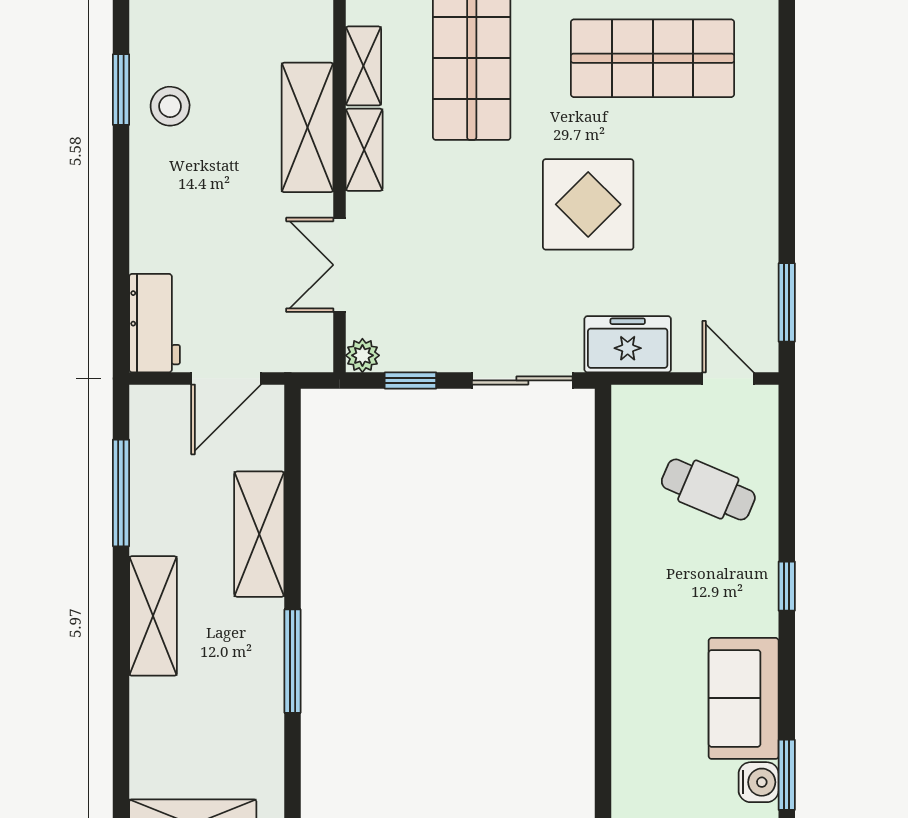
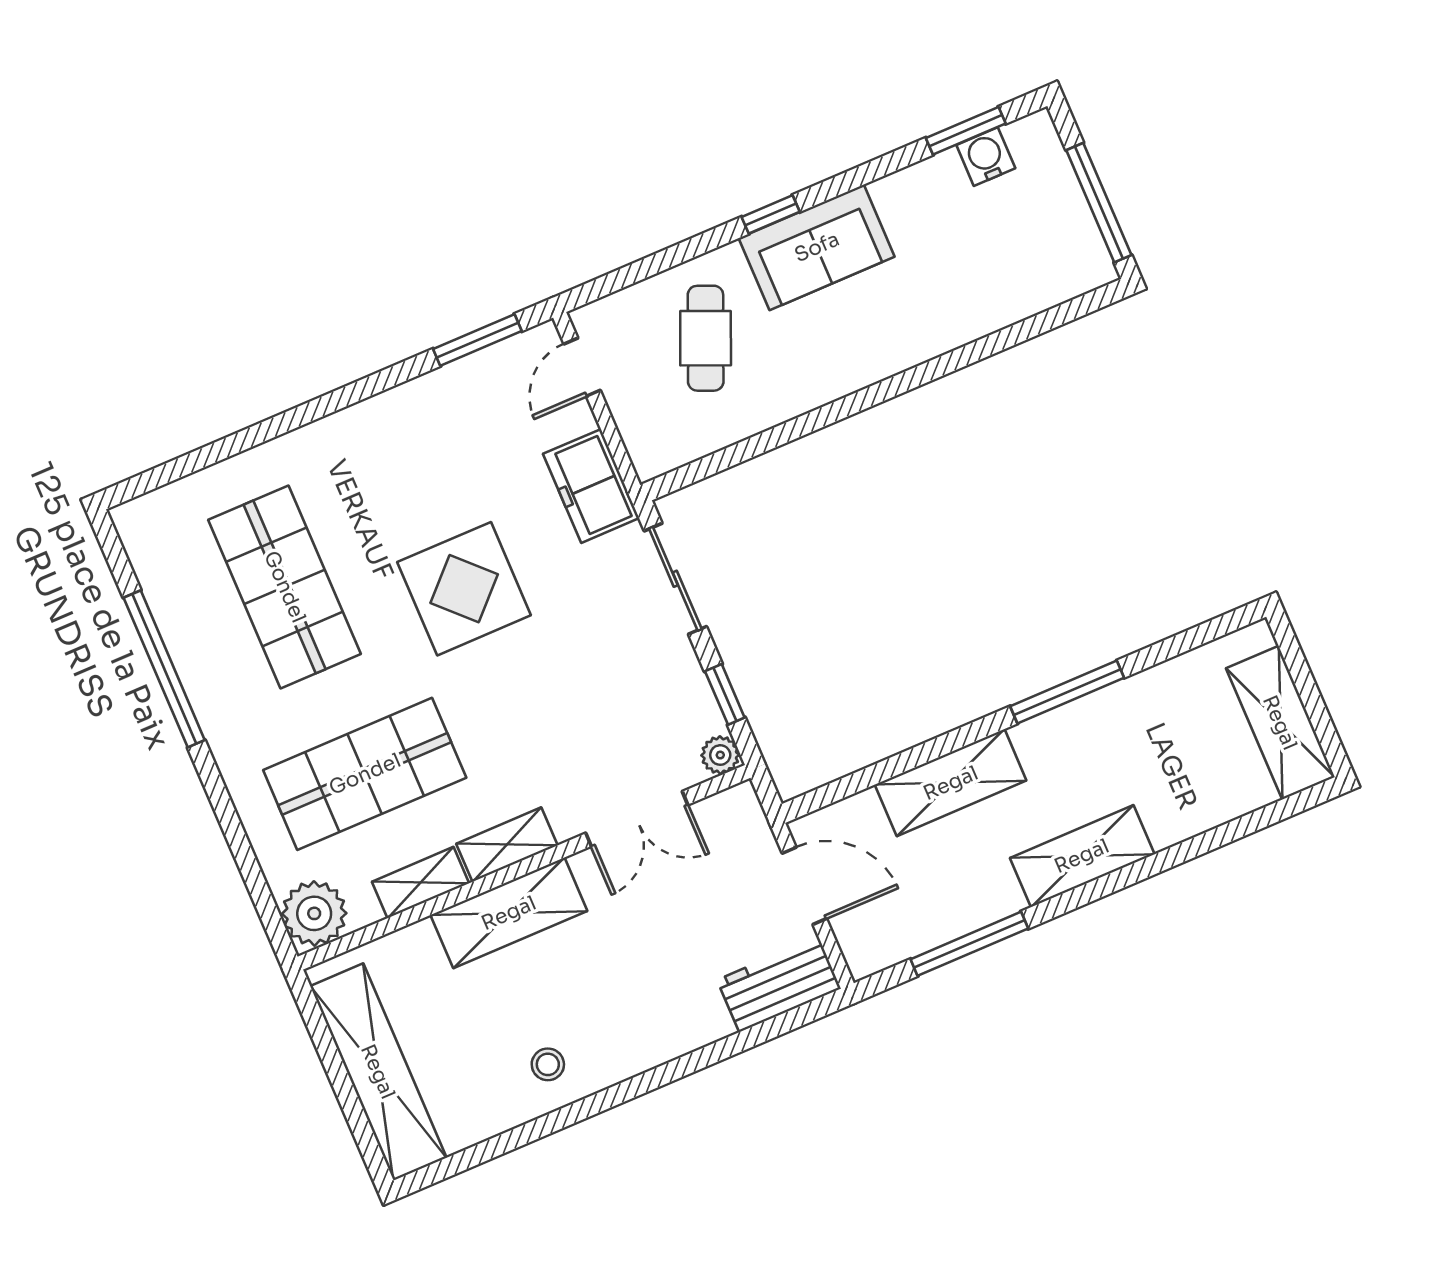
window: (121, 90) -> (552, 1123), removed
stool: (170, 106) -> (548, 1064), width x0.73, depth x0.73
sofa: (744, 698) -> (817, 247), moved

